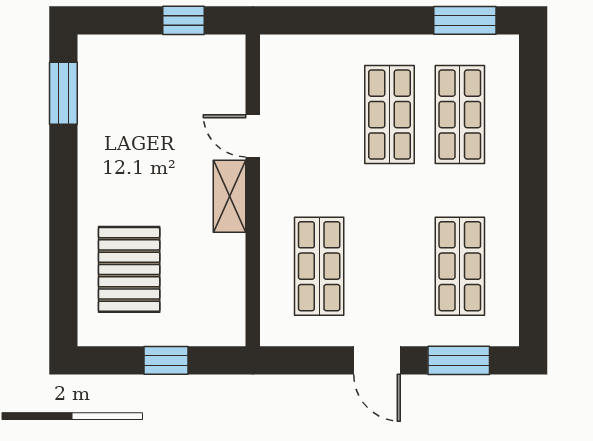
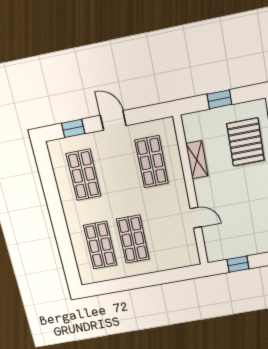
window: (465, 20) -> (108, 287), removed
shelving: (230, 196) -> (197, 160), moved
window: (459, 360) -> (73, 128), width x0.67

